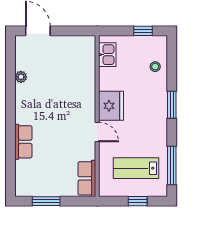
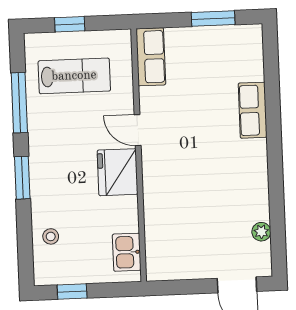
plant: (21, 77) -> (261, 232), moved
window: (172, 165) -> (19, 103), moved

